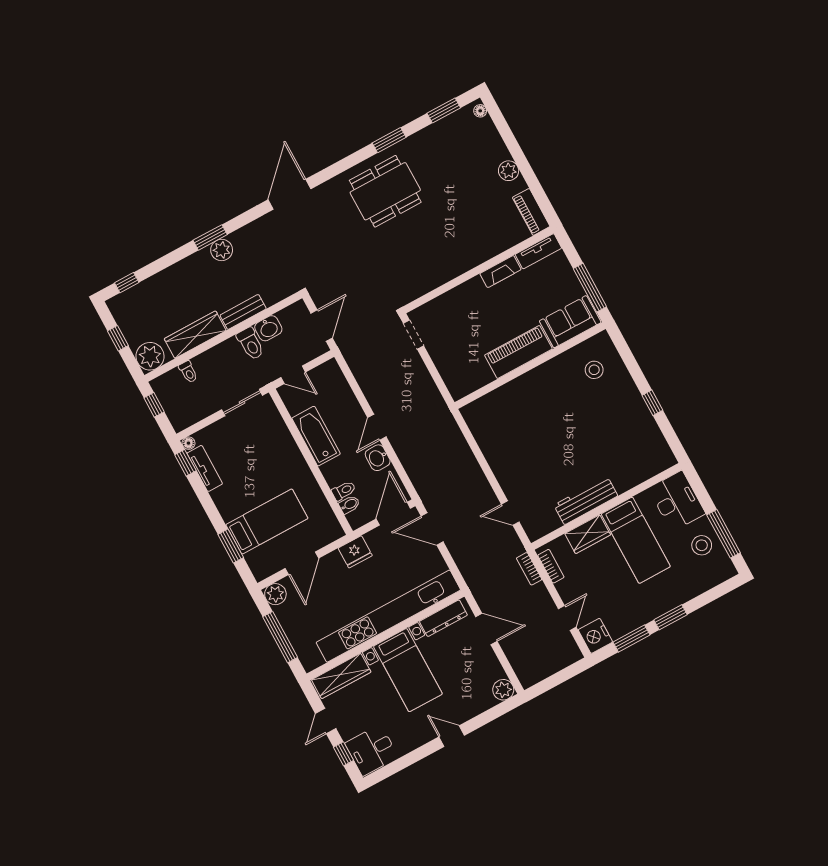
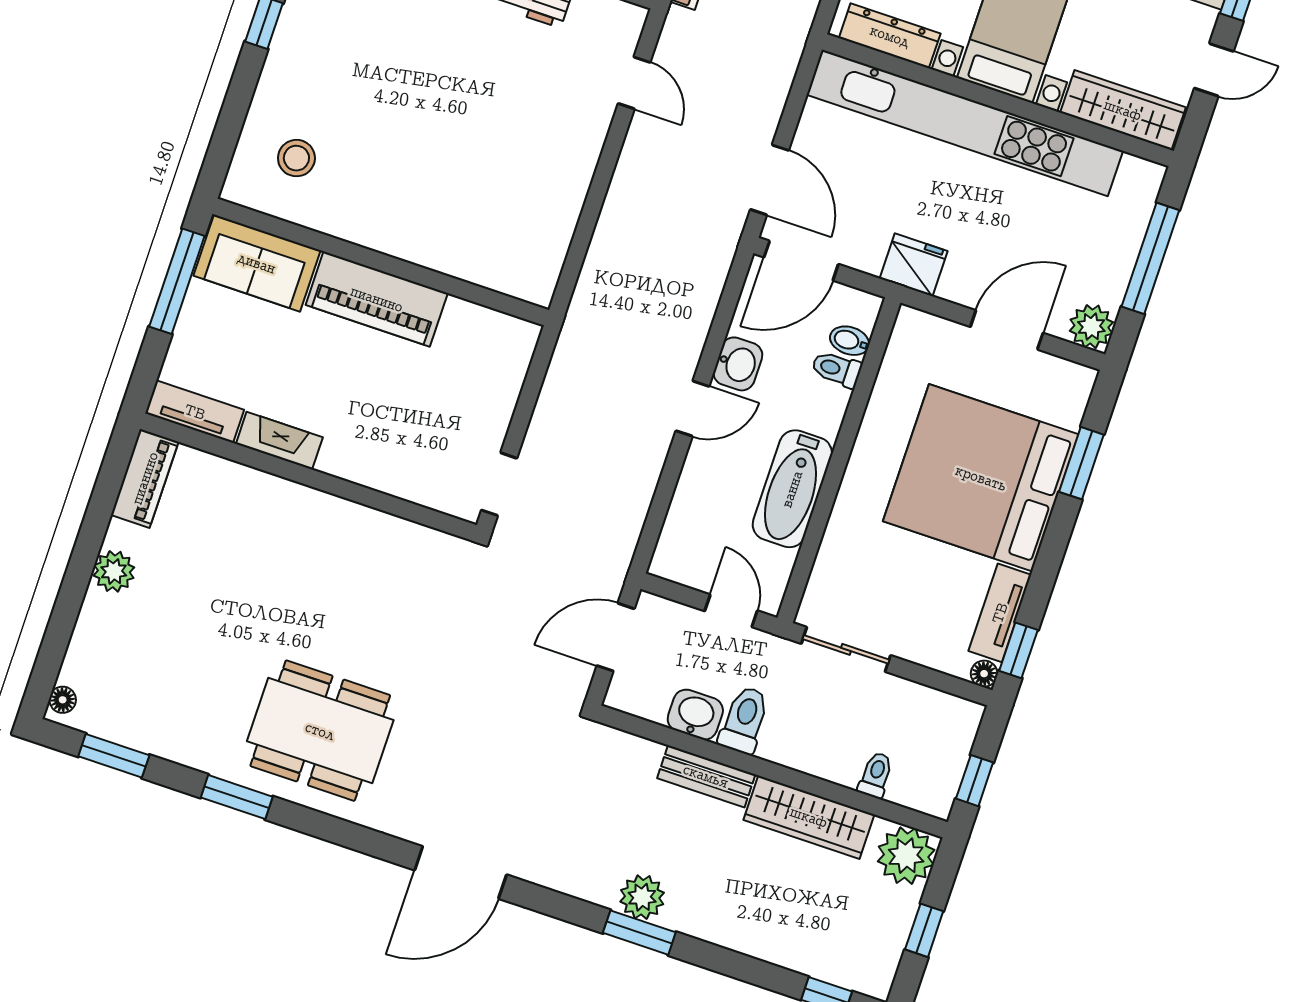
bed: (267, 522) -> (981, 478), width x2.04

